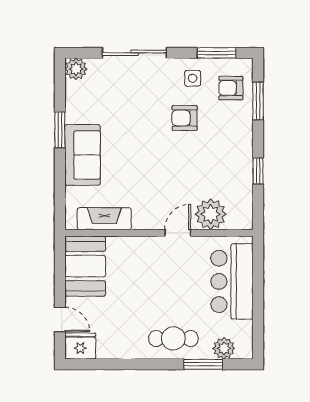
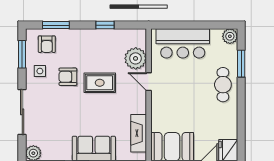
armchair: (185, 118) -> (68, 77), turned 90
rug: (176, 163) -> (100, 83), added
plant: (224, 348) -> (230, 36), moved

